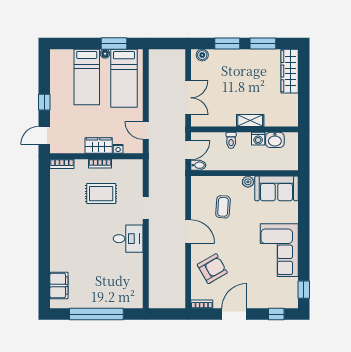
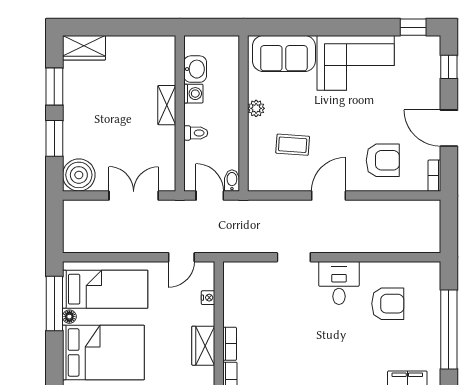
window: (114, 43) -> (54, 304), width x1.44
boiler: (202, 55) -> (79, 175), width x1.86, depth x1.86
wardrobe: (290, 71) -> (84, 48), width x0.67
bed: (87, 77) -> (103, 352), width x1.50
wardrobe: (99, 146) -> (203, 346), moved
bookcase: (100, 164) -> (230, 344), moved
sofa: (276, 188) -> (284, 53), moved, turned 90
rug: (101, 194) -> (273, 322), removed
armchair: (212, 269) -> (383, 160), turned 120
armchair: (114, 272) -> (388, 304), added

